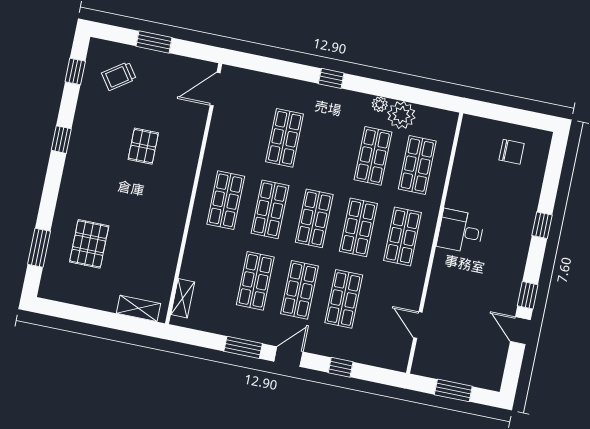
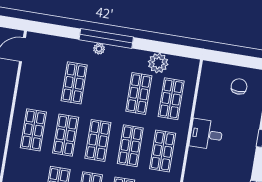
window: (331, 78) -> (106, 38), width x3.17
plant: (380, 104) -> (99, 49), moved
chair: (512, 152) -> (239, 86), turned -90
desk: (461, 231) -> (206, 134), moved

